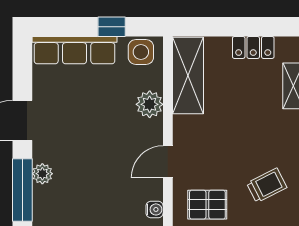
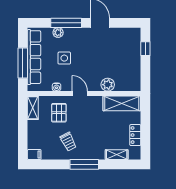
window: (112, 27) -> (145, 49), moved
row of seats: (75, 50) -> (134, 48), removed
side table: (141, 52) -> (64, 58), moved
plant: (42, 174) -> (58, 33), moved

